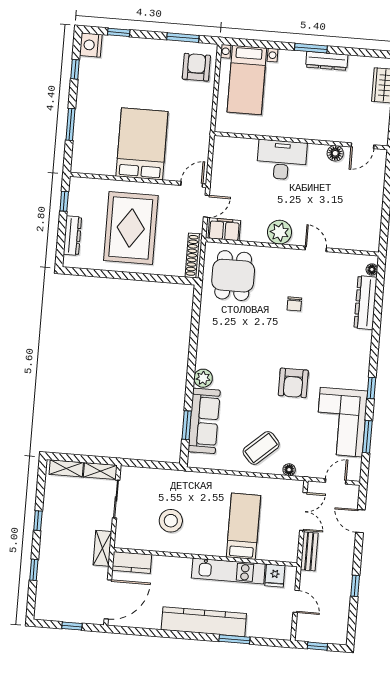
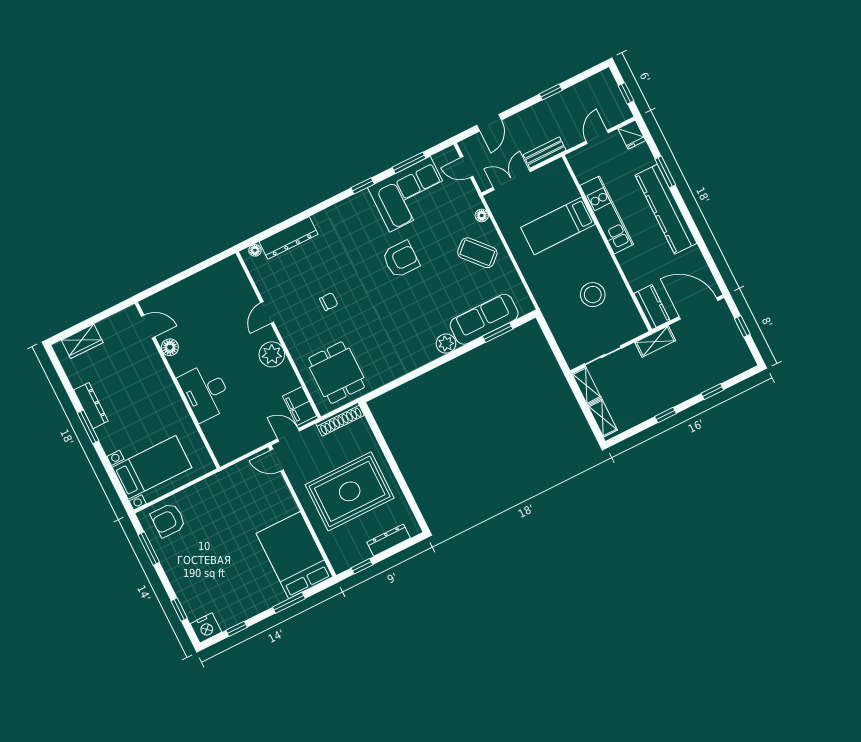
bed: (142, 144) -> (295, 555), moved, turned 90
dining table: (233, 276) -> (337, 373), turned 90
fridge: (275, 576) -> (632, 135), moved, turned 90

